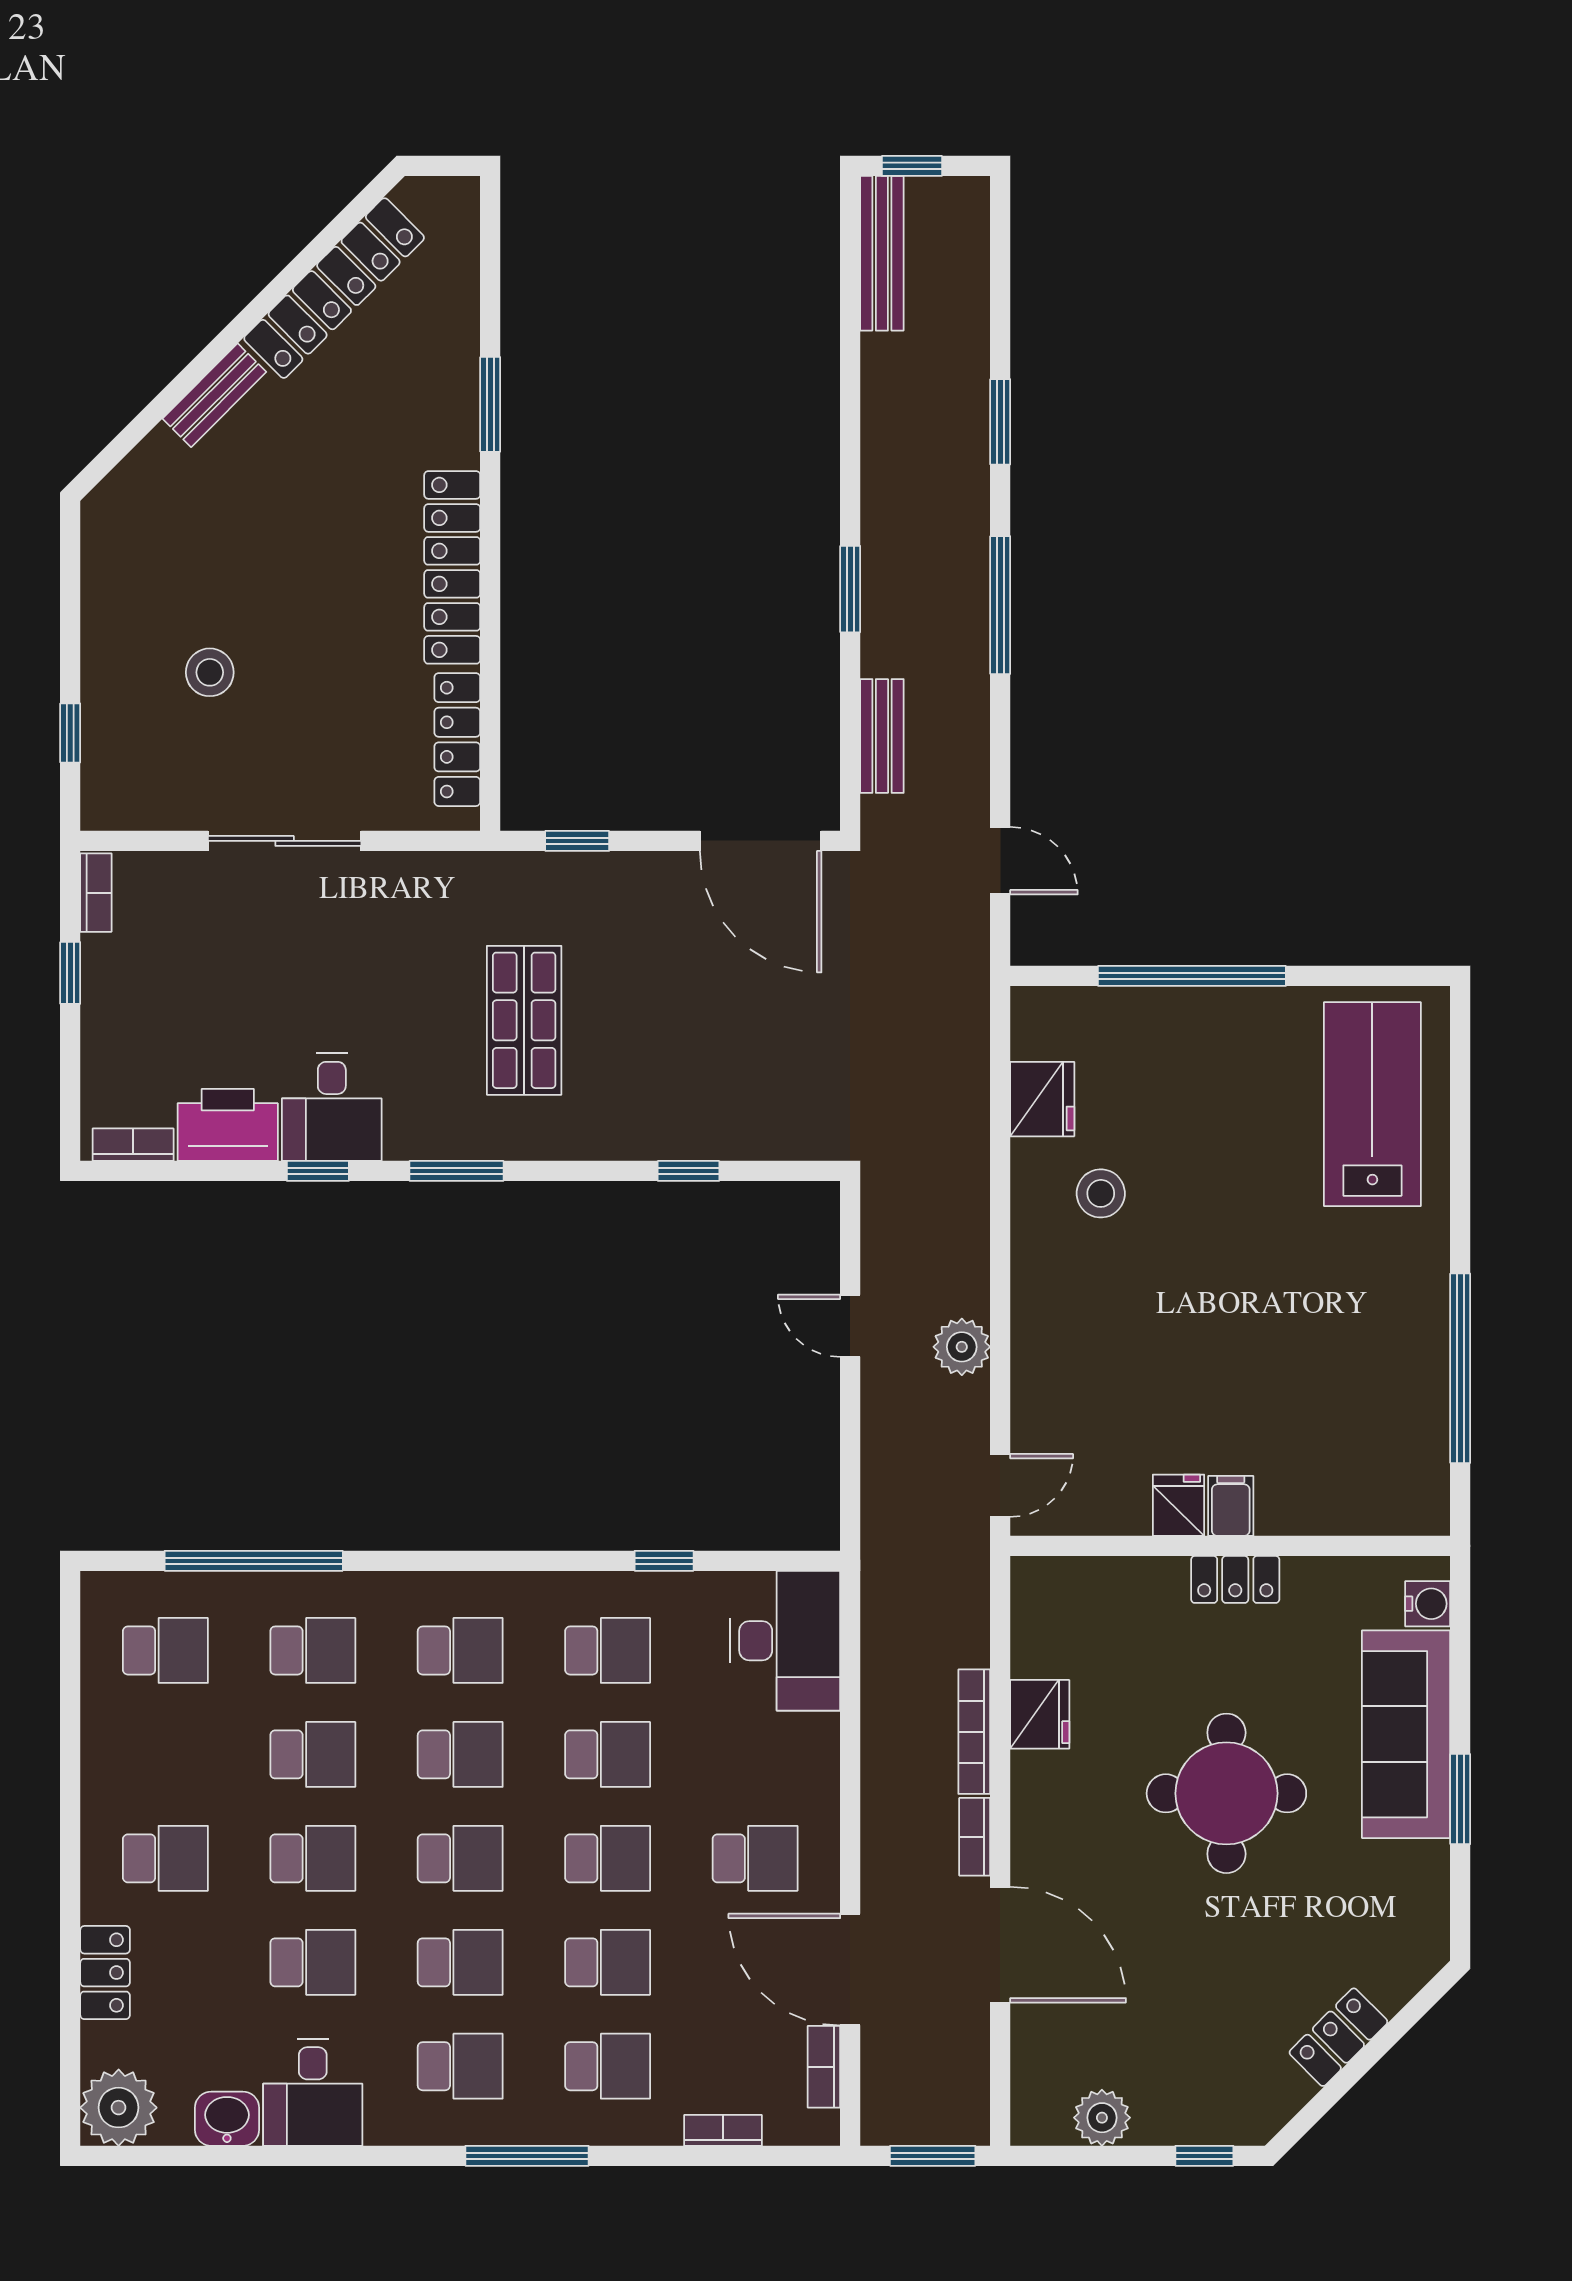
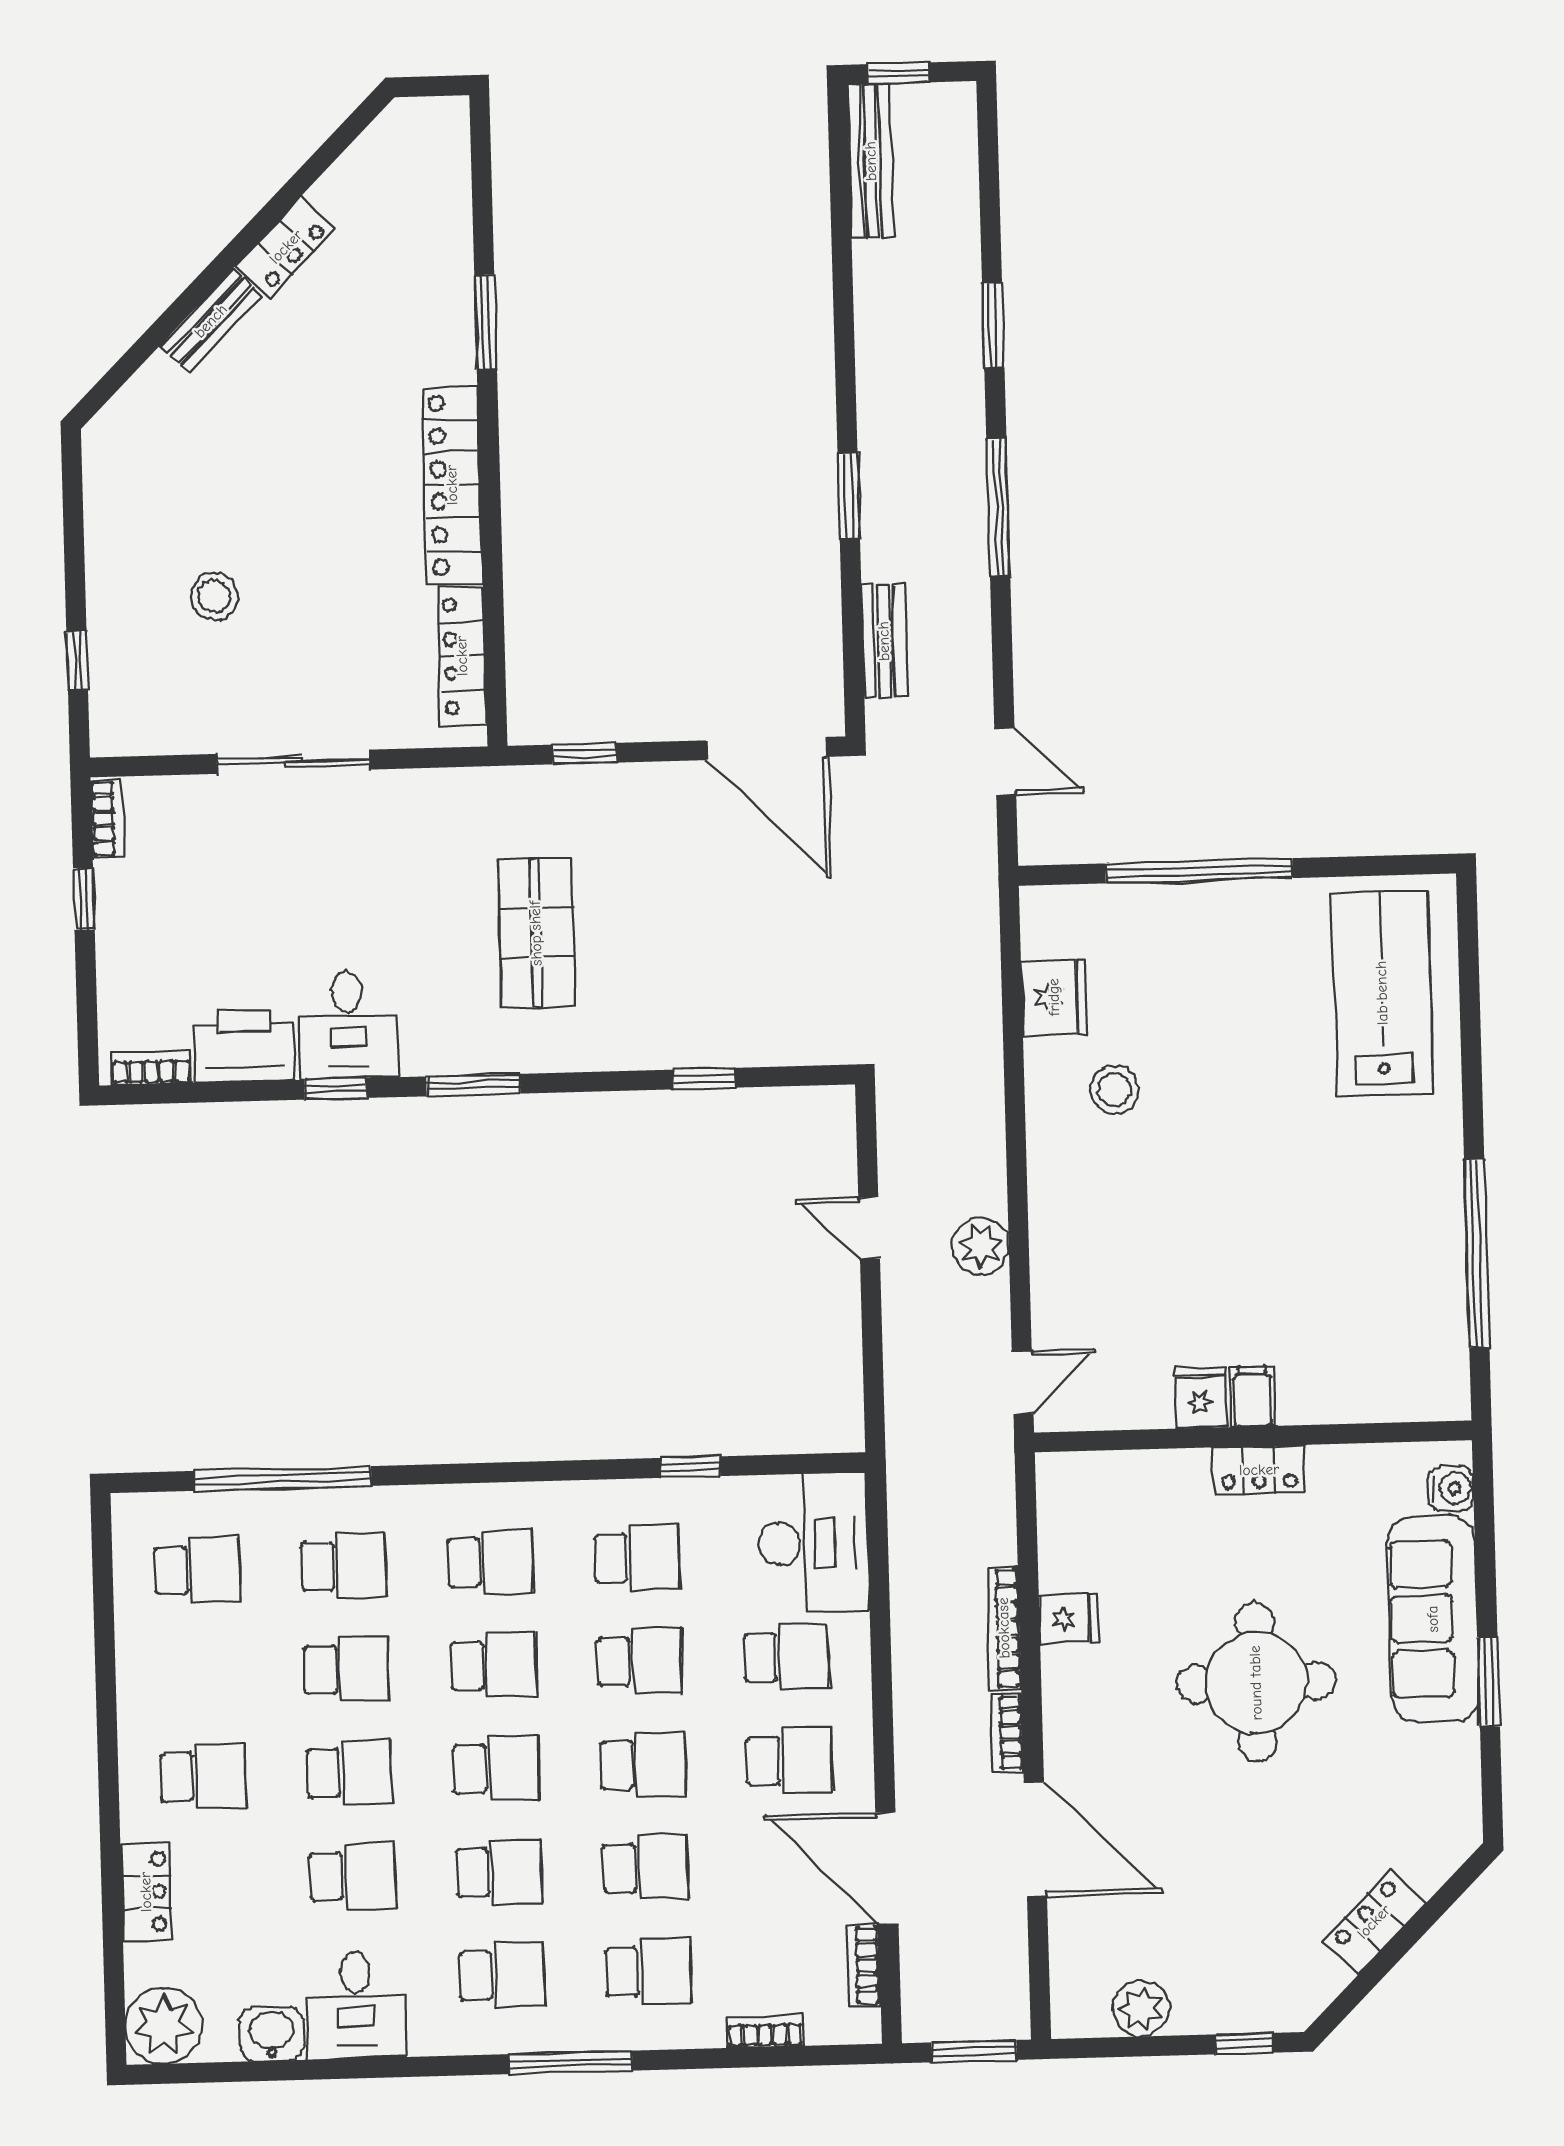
locker: (334, 288) -> (286, 247), width x0.46, depth x0.83
fridge: (1040, 1714) -> (1069, 1619), width x0.72
school desk: (755, 1754) -> (786, 1657), added

